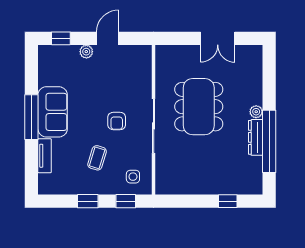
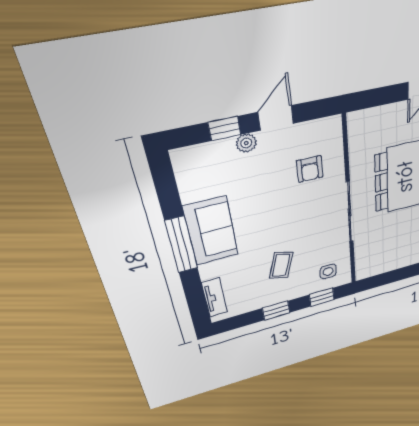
window: (61, 38) -> (224, 128), moved
armchair: (117, 121) -> (310, 169), moved
tv unit: (45, 156) -> (214, 297), moved

